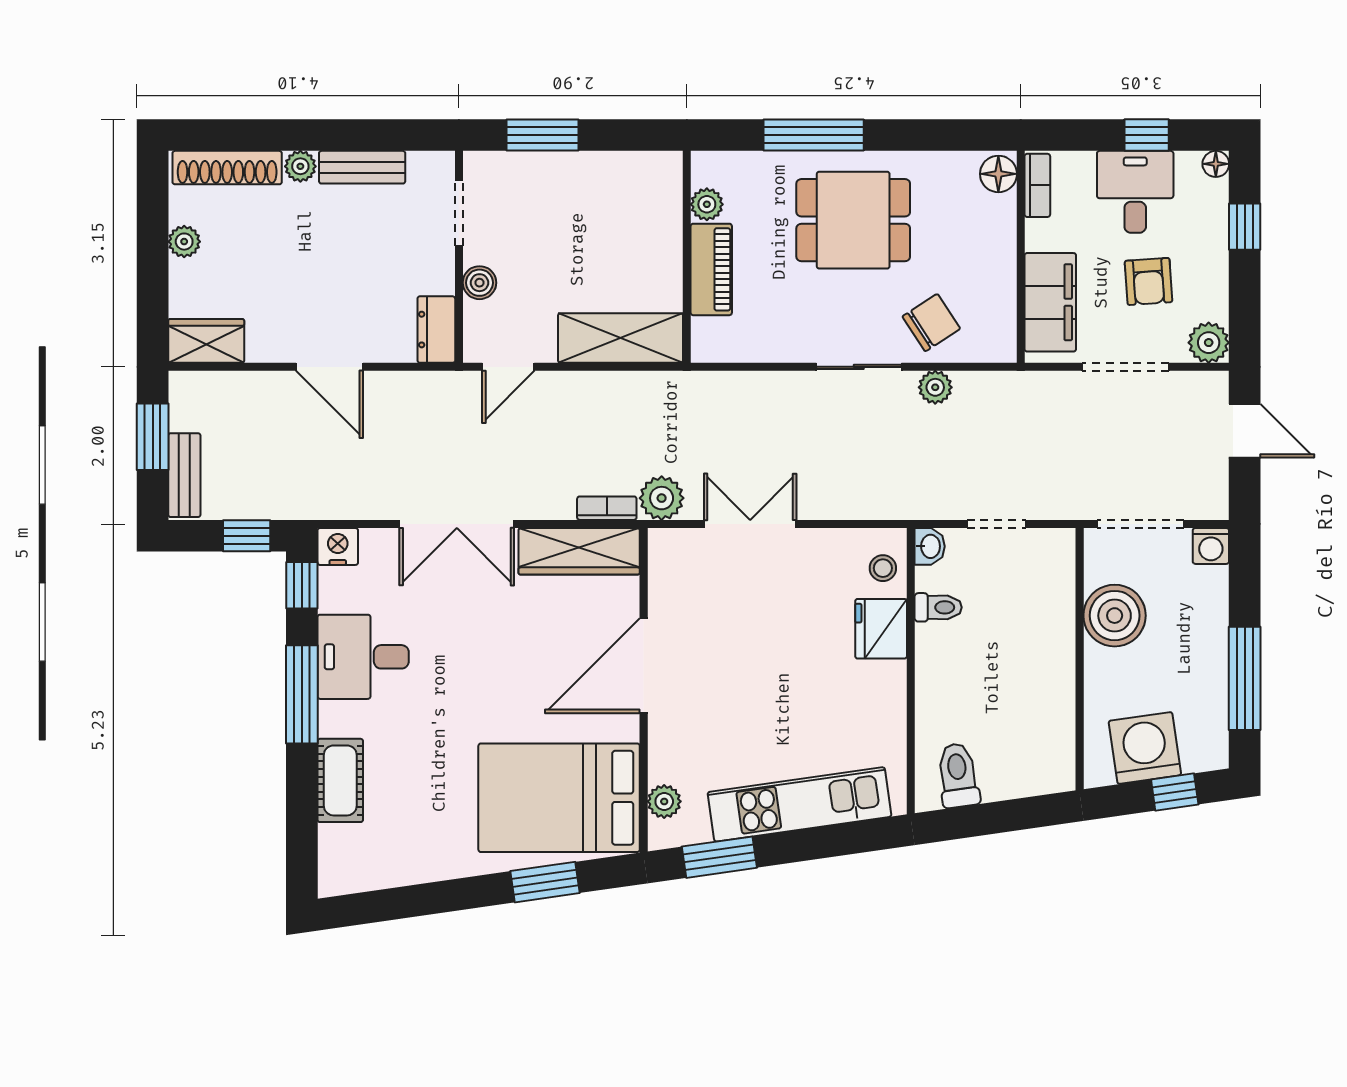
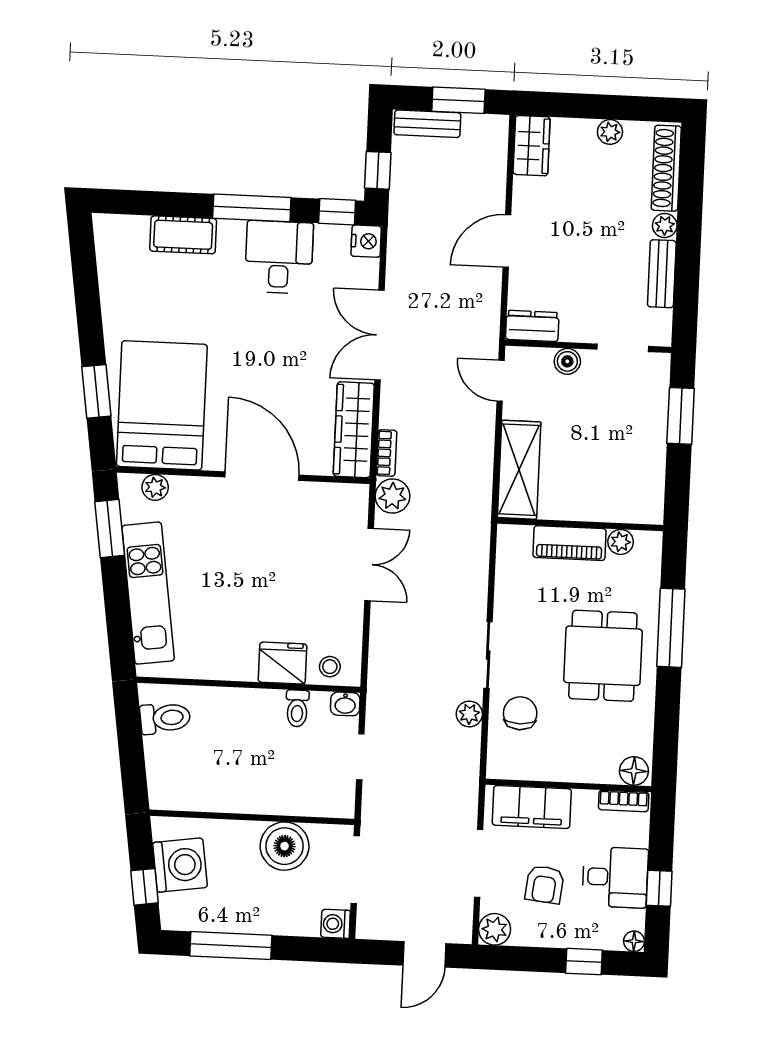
armchair: (1149, 281) -> (545, 884), turned -80
chair: (931, 323) -> (520, 713), turned -147

